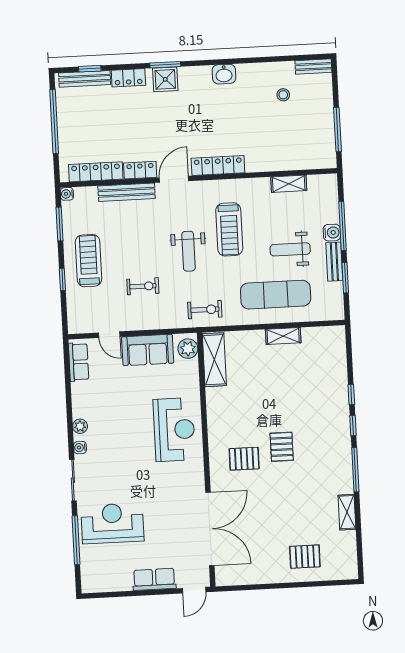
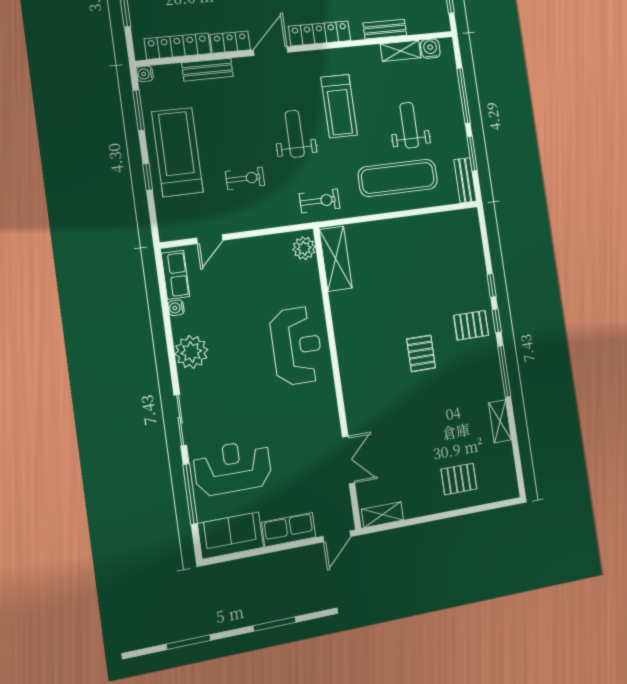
bench: (276, 164) -> (385, 29), added
bench: (127, 192) -> (207, 70), width x0.73
water cooler: (332, 233) -> (430, 49), moved, turned -90
weight bench: (290, 249) -> (409, 125), turned 90
weight bench: (188, 251) -> (295, 134), turned 180
treadmill: (88, 261) -> (177, 152), width x1.37, depth x1.37
bench: (334, 262) -> (465, 180), moved
door: (109, 335) -> (210, 239), hinge flipped
shelving: (283, 336) -> (382, 515), moved
sofa: (148, 350) -> (230, 535), moved, turned 180
plant: (80, 426) -> (191, 352), width x1.87, depth x1.87
water cooler: (80, 448) -> (176, 308), moved
pallet: (244, 459) -> (471, 325), moved
double door: (210, 529) -> (349, 460), width x0.54

